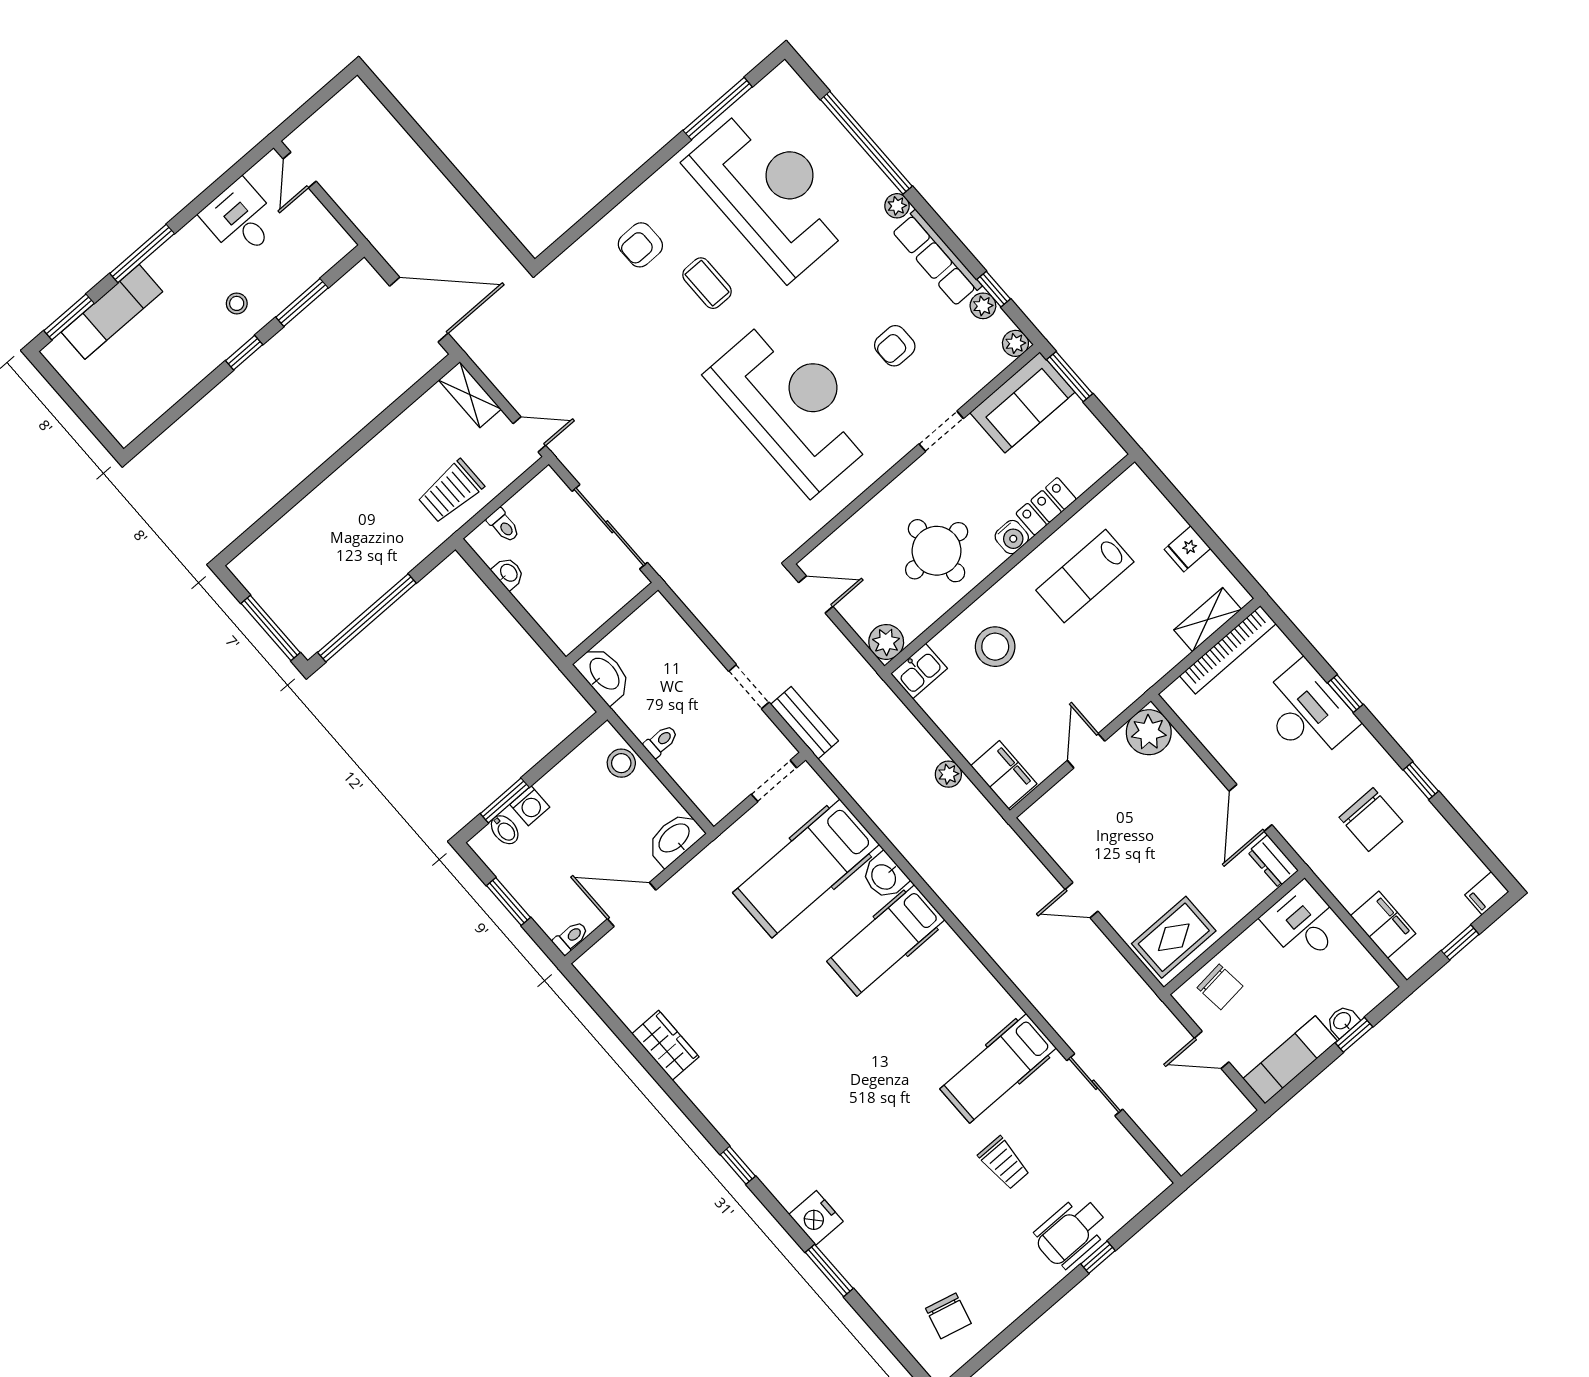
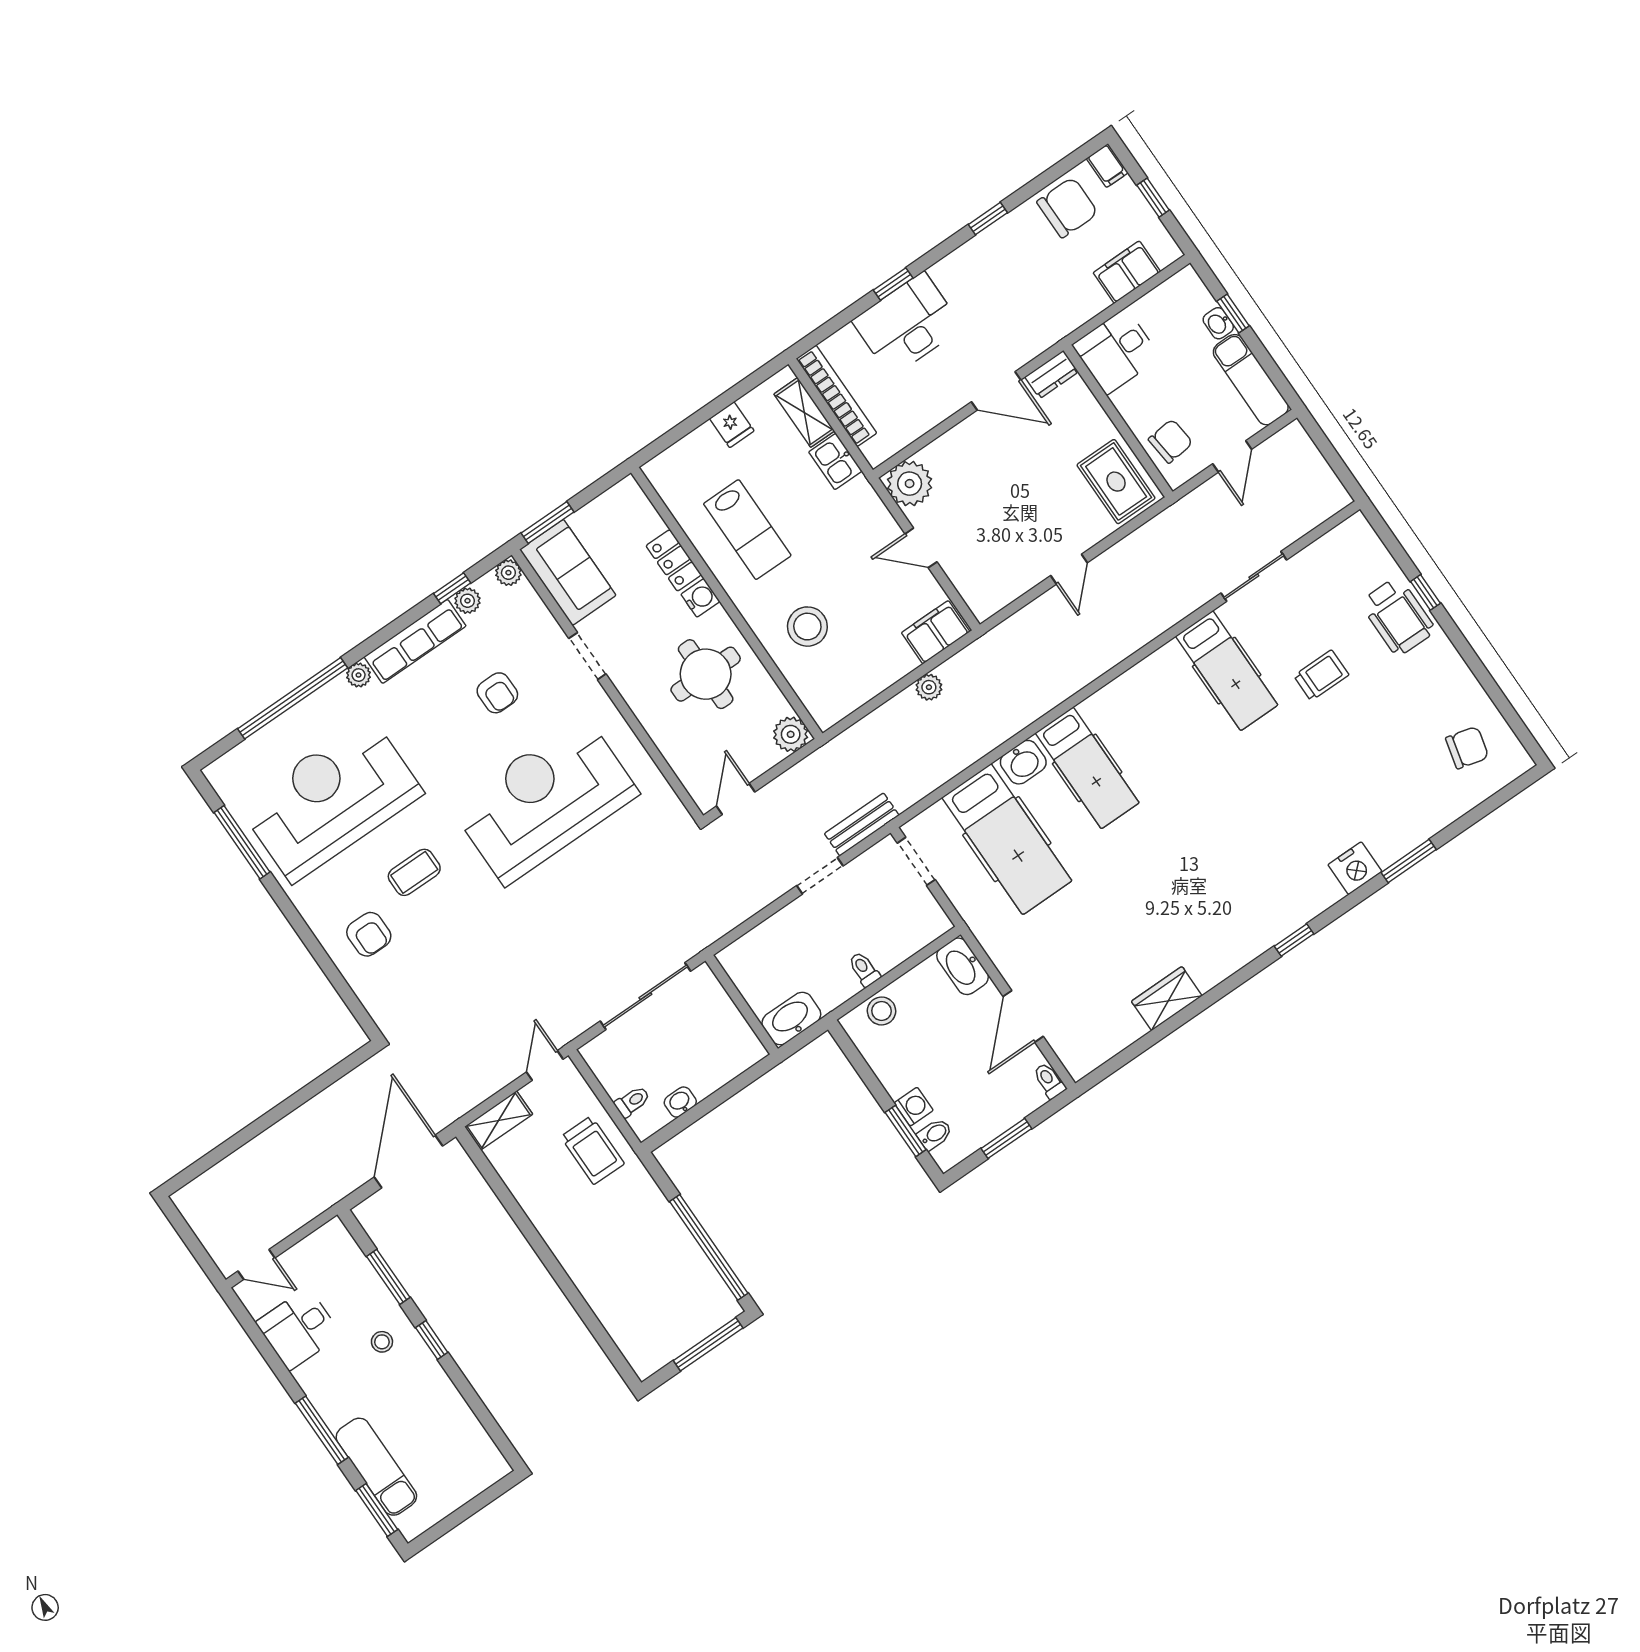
kitchen sink: (919, 671) -> (835, 462), moved, turned 180
chair: (1371, 819) -> (1067, 207), moved

